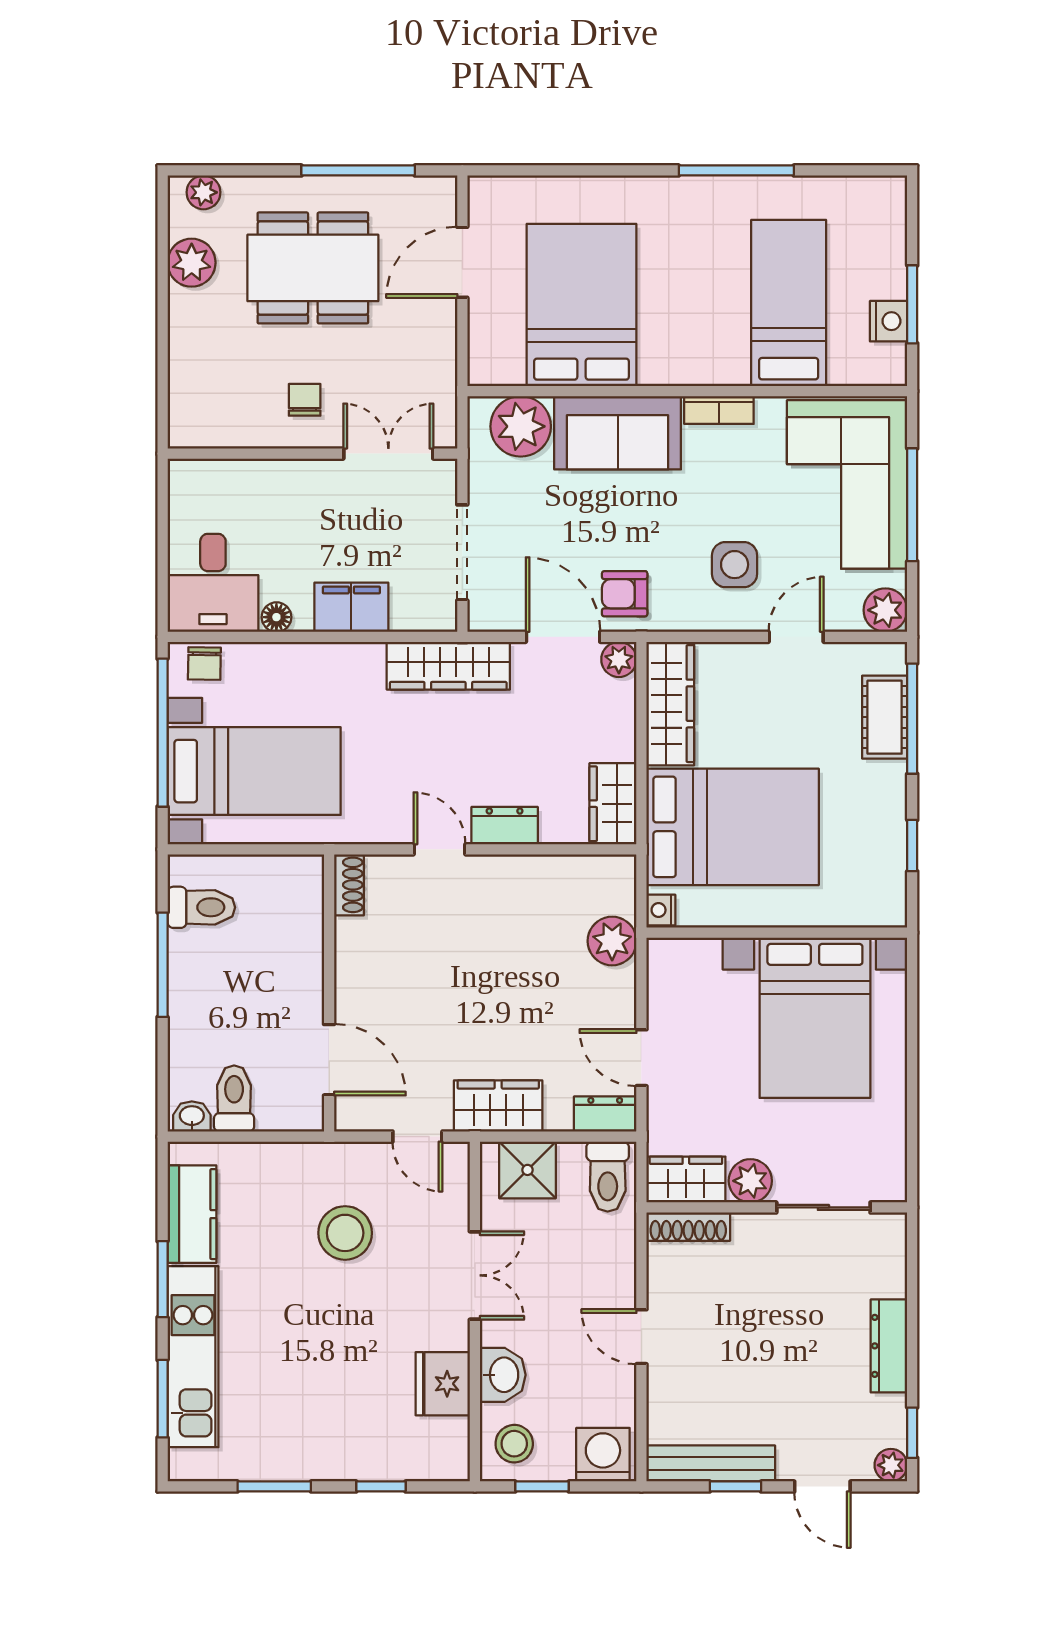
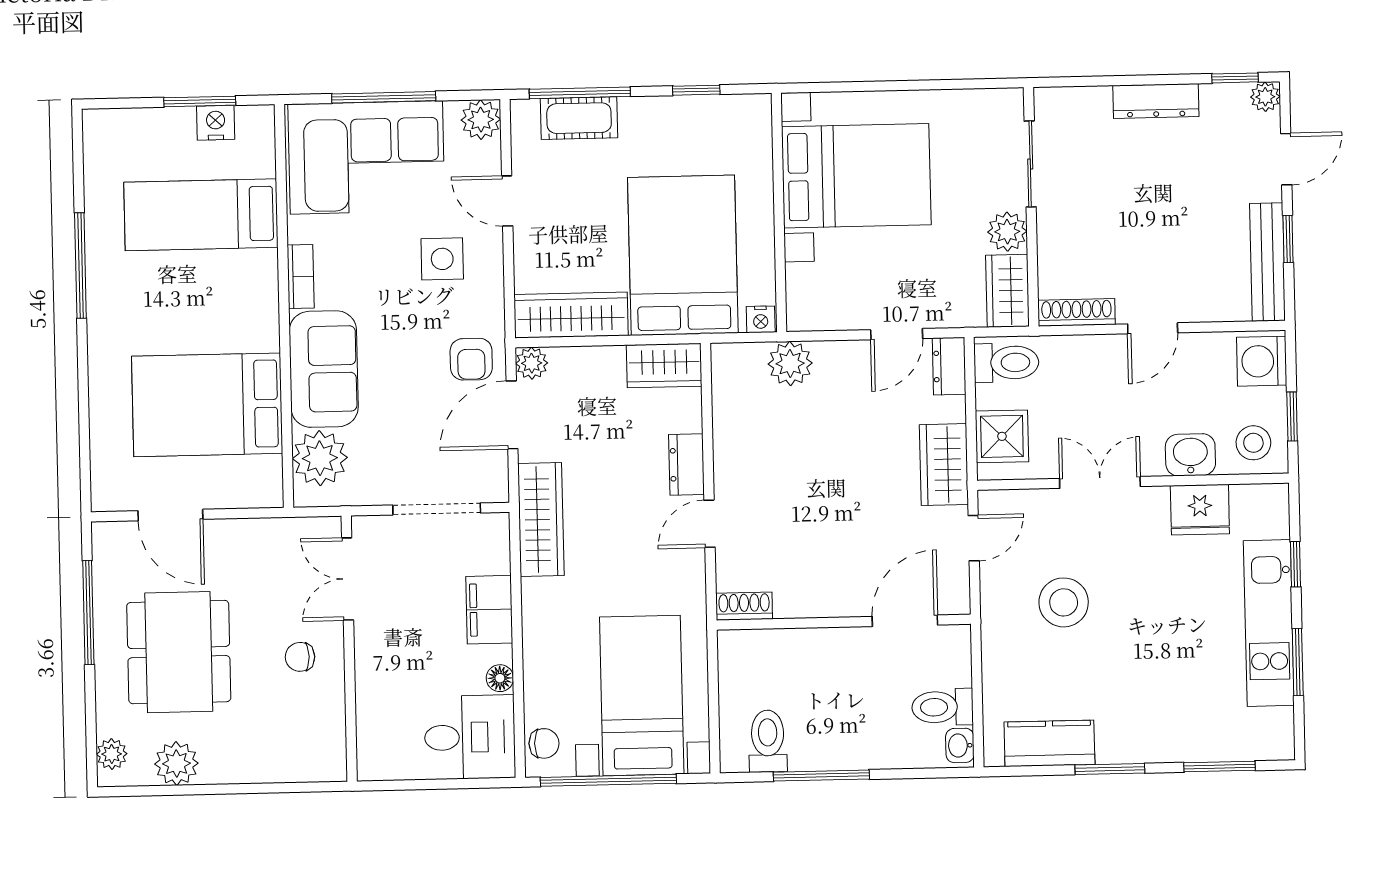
shoe rack: (688, 1227) -> (1077, 312), moved, turned -90
kitchen unit: (193, 1357) -> (1269, 623), moved, turned -90

